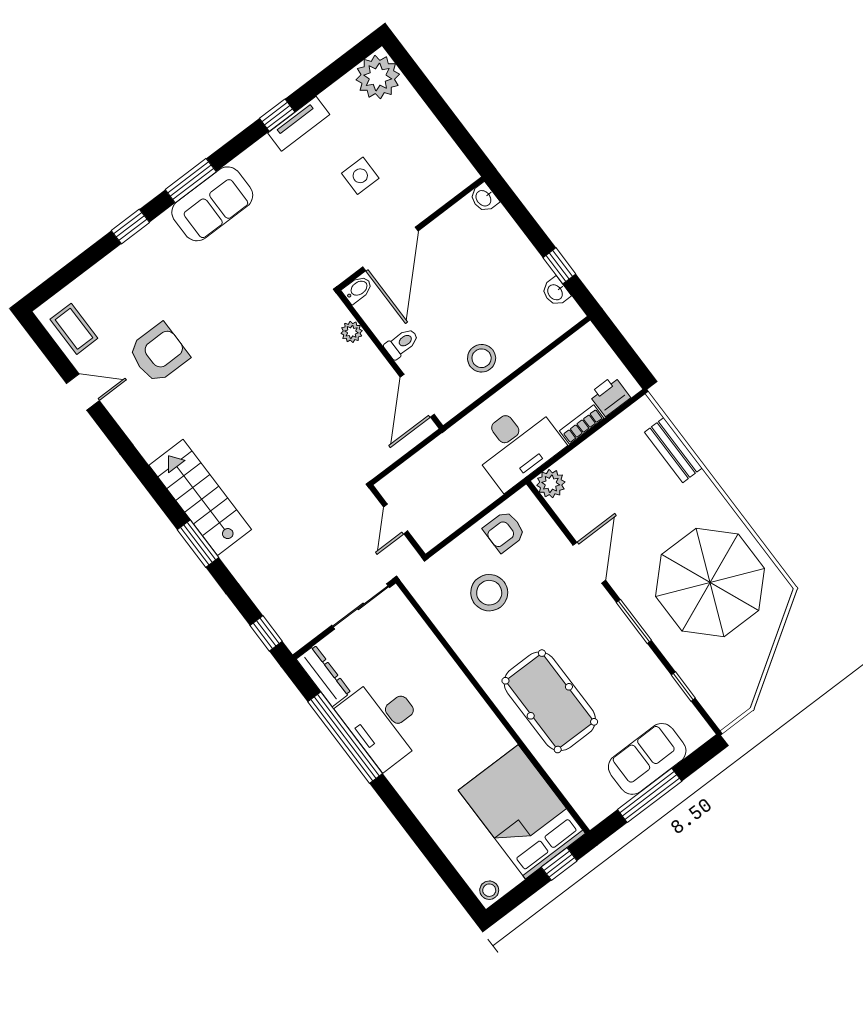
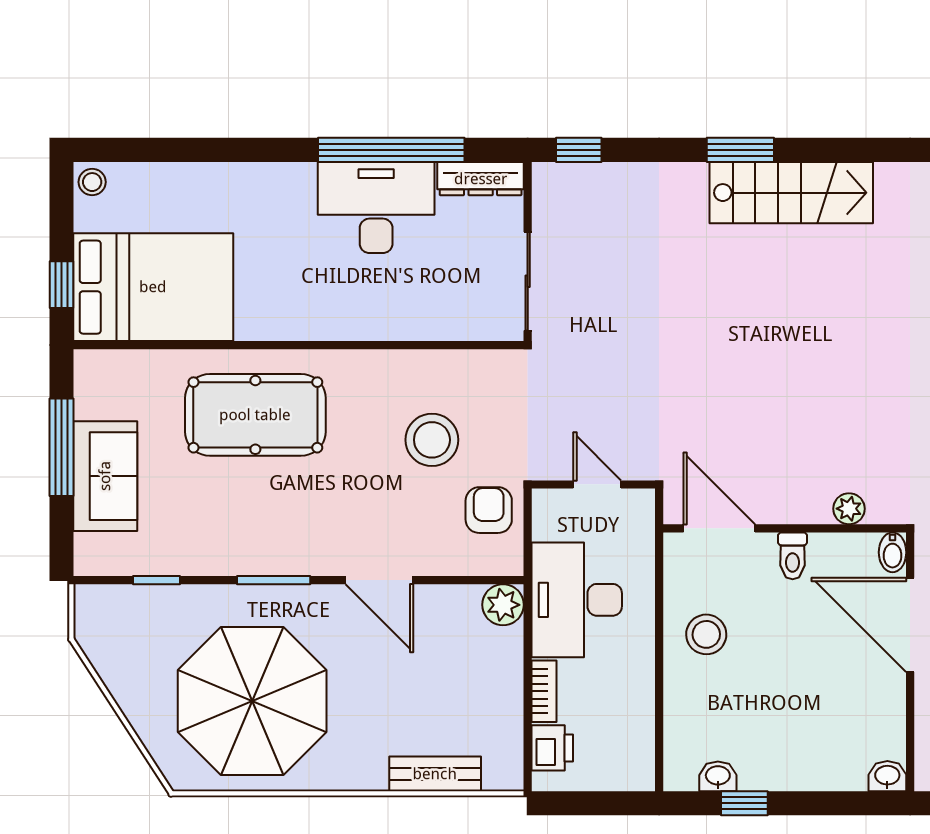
door: (396, 519) -> (597, 484), moved
wall: (397, 521) -> (593, 484), moved

